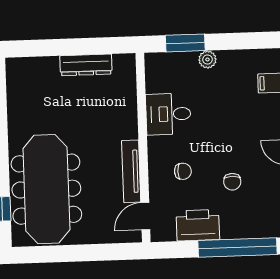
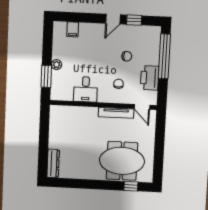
dresser: (86, 65) -> (53, 163), moved
meeting table: (46, 189) -> (122, 161), width x0.73

